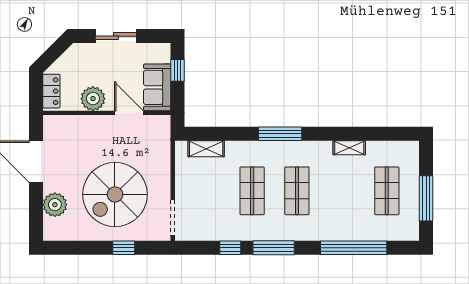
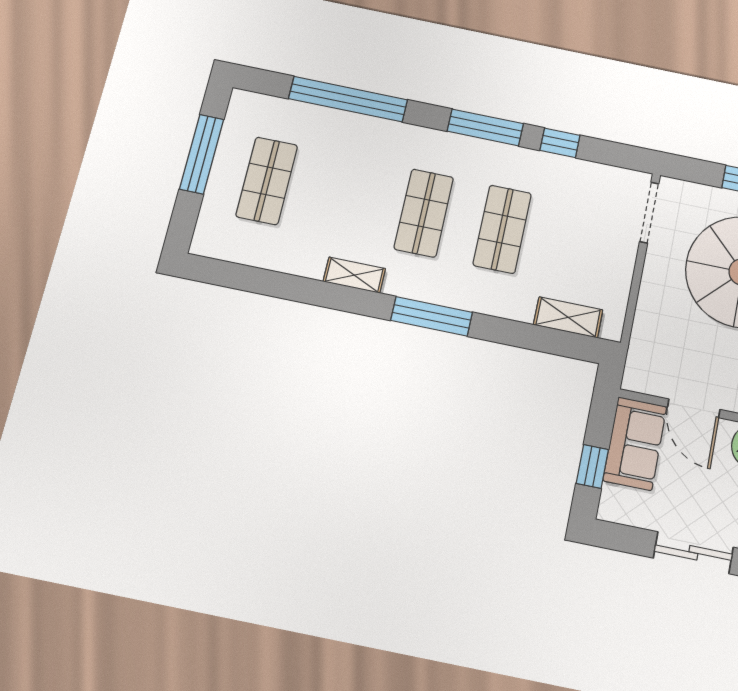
shelving: (349, 148) -> (354, 275), moved

